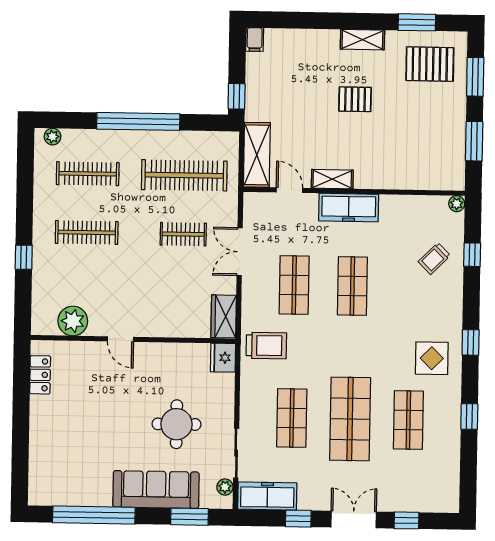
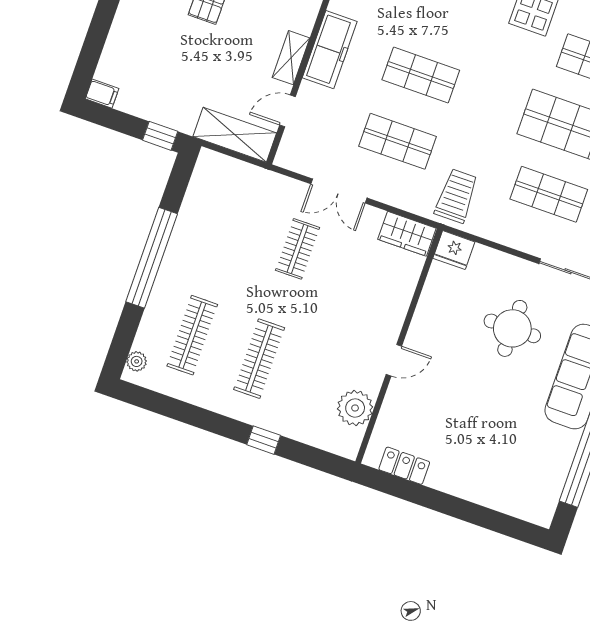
clothes rail: (184, 175) -> (231, 225), removed

